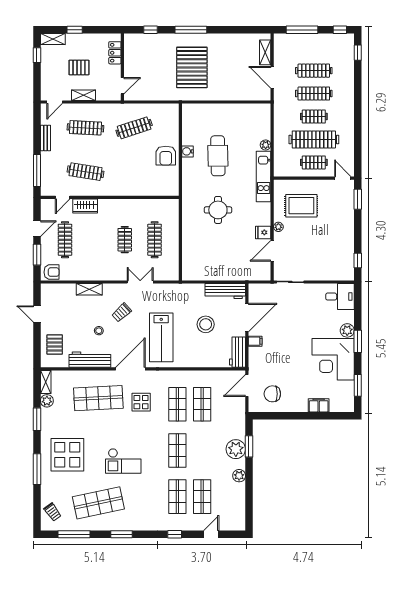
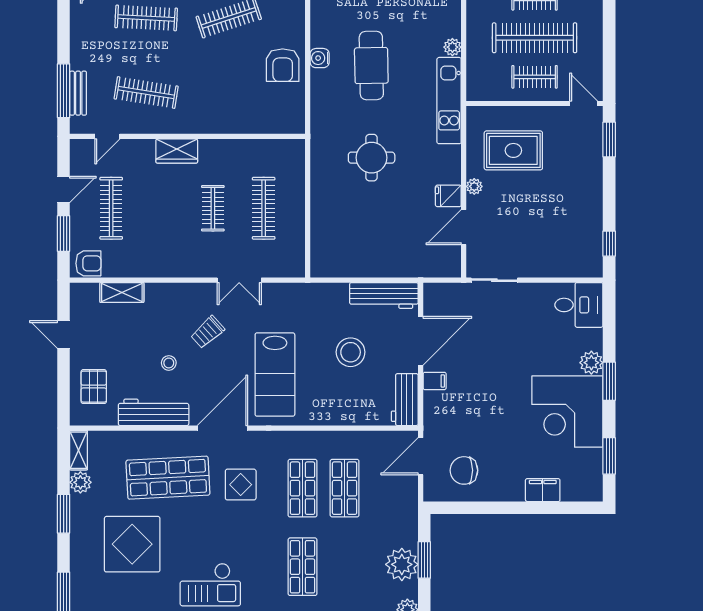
bench: (45, 138) -> (78, 93), moved
wardrobe: (85, 206) -> (177, 151), moved
double door: (140, 282) -> (239, 280), swing flipped
shelving: (89, 289) -> (122, 293), moved
display table: (67, 455) -> (132, 544), moved

